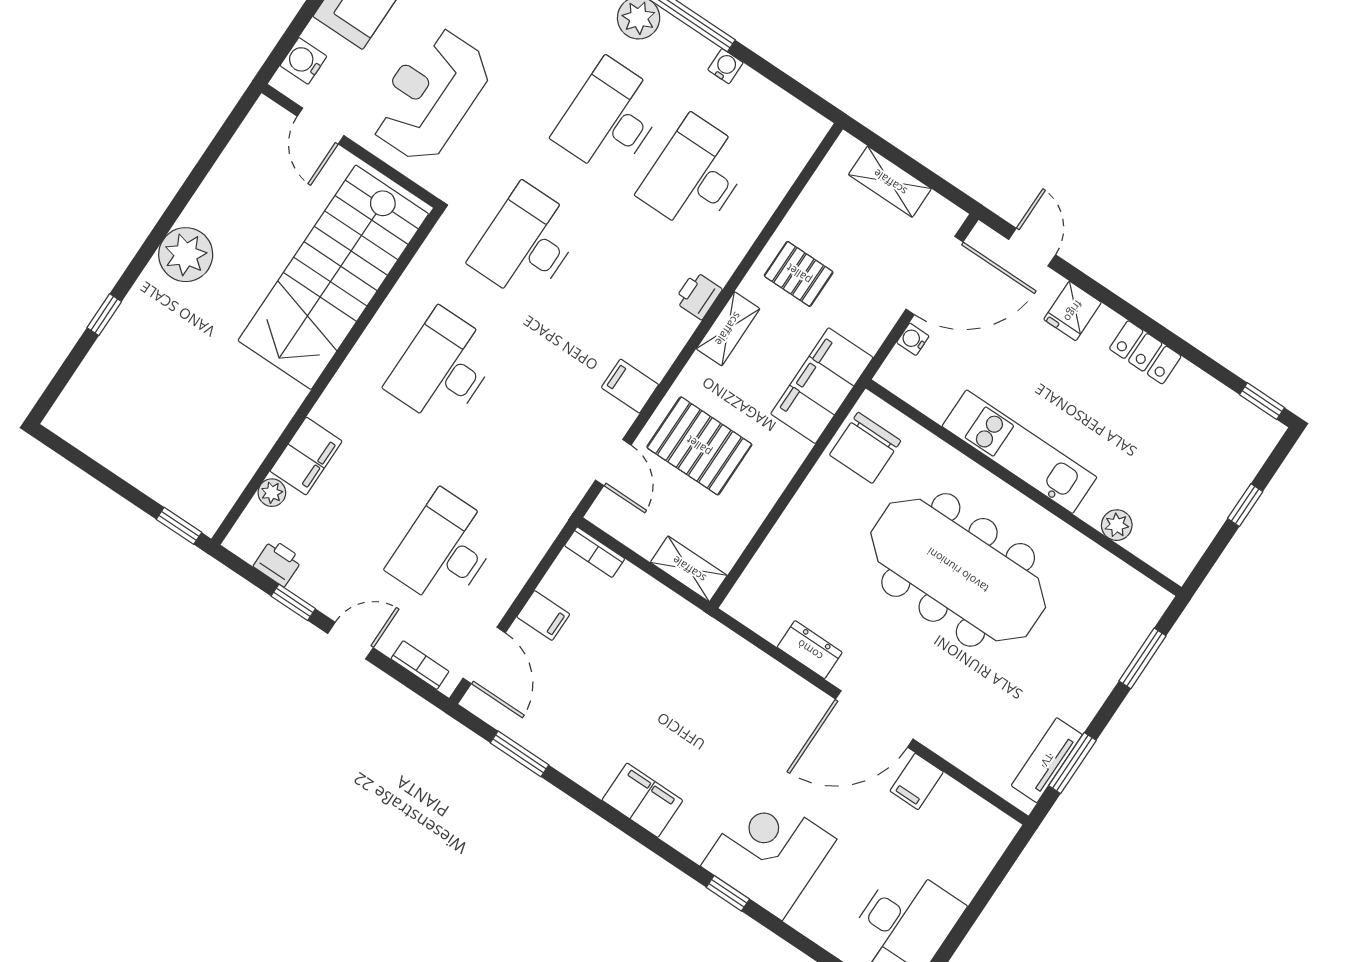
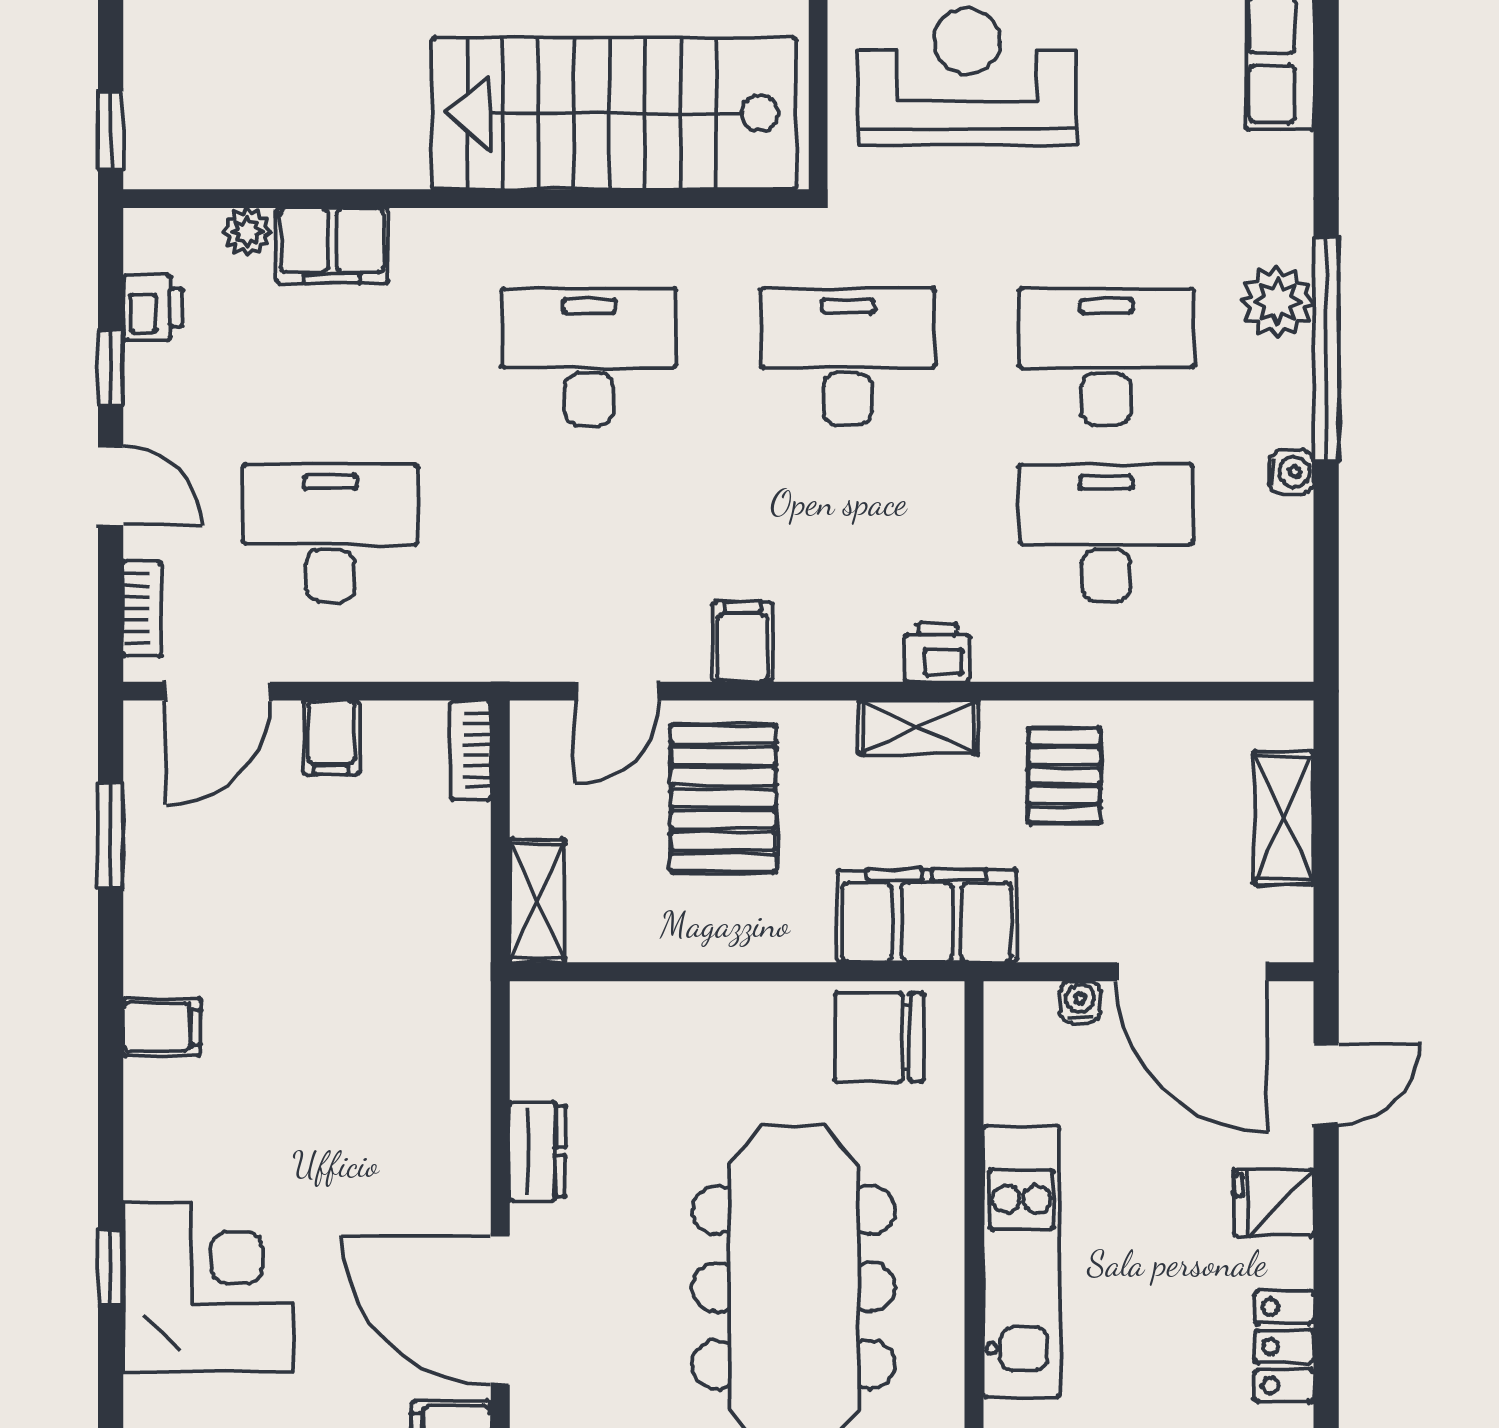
filing cabinet: (642, 800) -> (162, 1027), width x0.50

